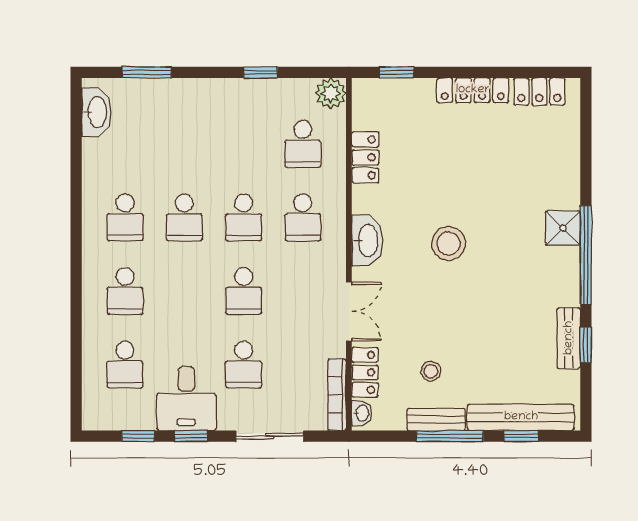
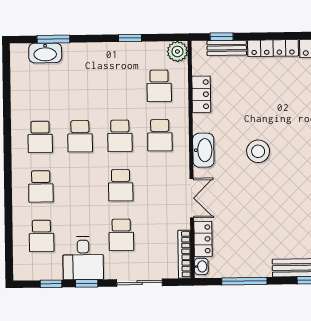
washbasin: (97, 112) -> (45, 53), moved, turned 90
stool: (431, 371) -> (247, 237), removed
bench: (436, 419) -> (227, 48), moved
window: (450, 436) -> (244, 281), moved

